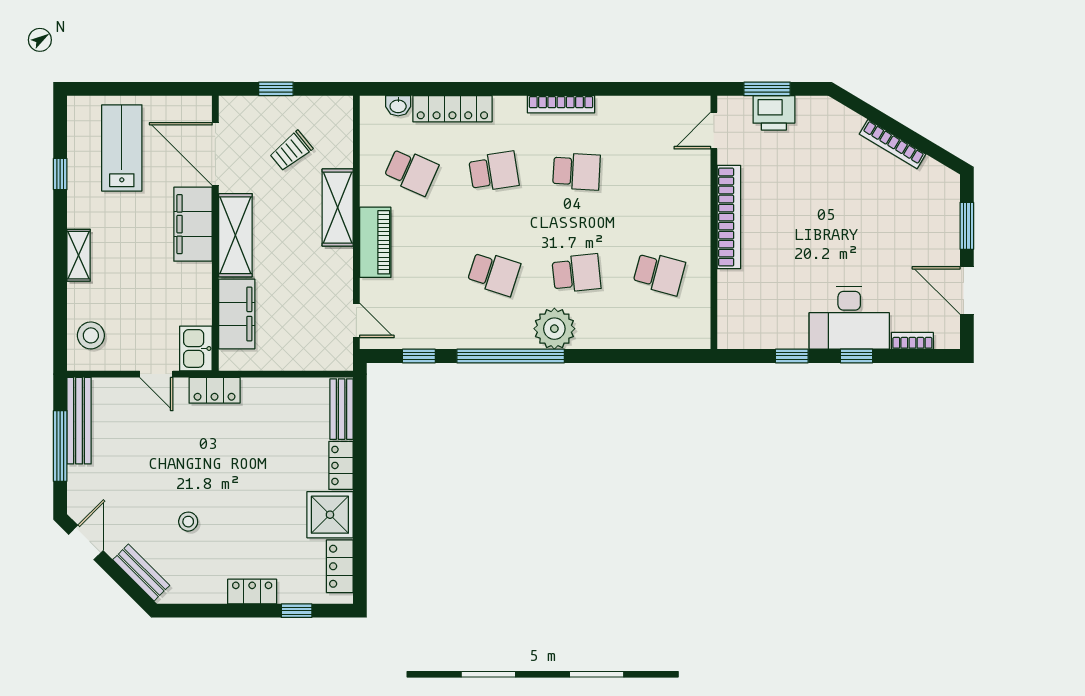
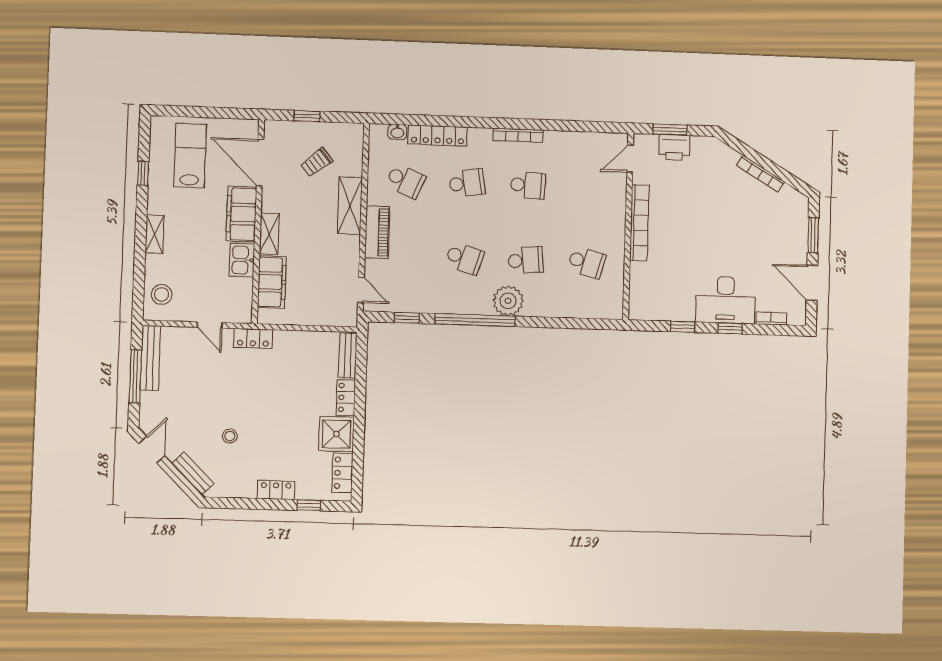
shelving: (235, 235) -> (269, 234), width x0.67, depth x0.75
kitchen sink: (196, 348) -> (242, 260), moved

